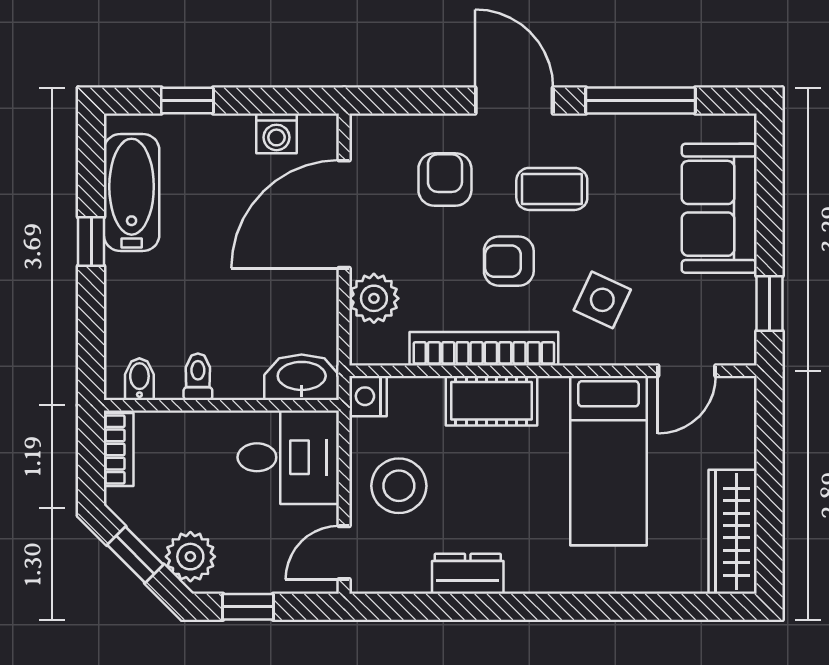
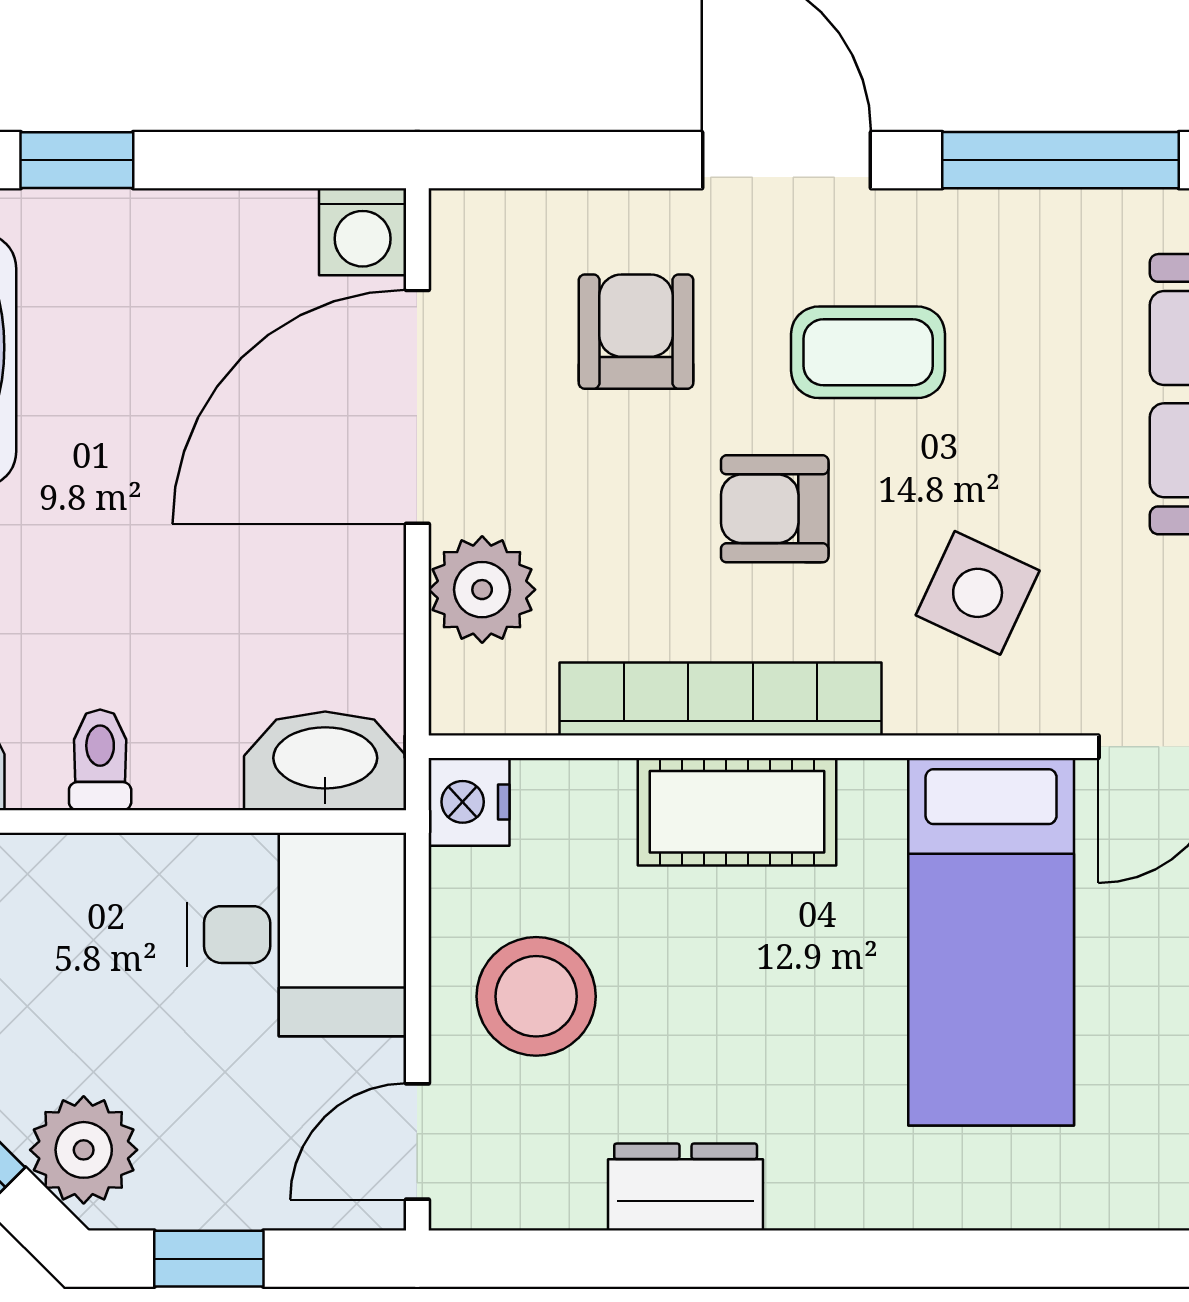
washing machine: (276, 133) -> (363, 232), moved

